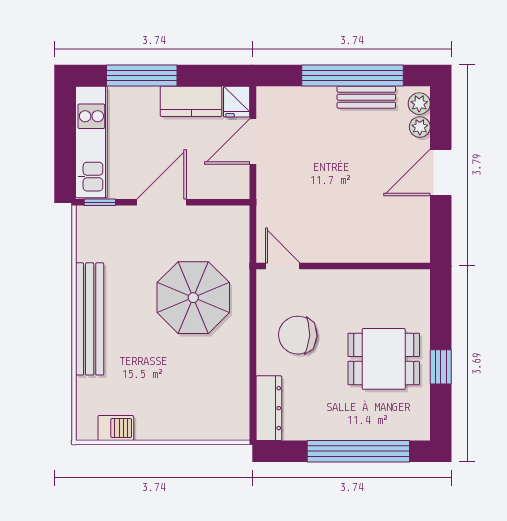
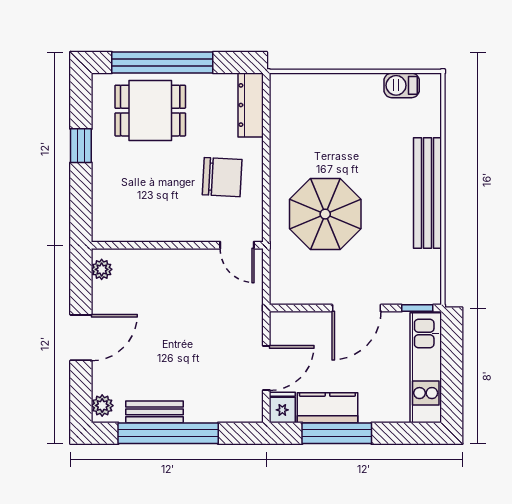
window: (142, 75) -> (337, 433), moved
plant: (420, 127) -> (102, 269), moved
dining table: (384, 359) -> (150, 111), moved

